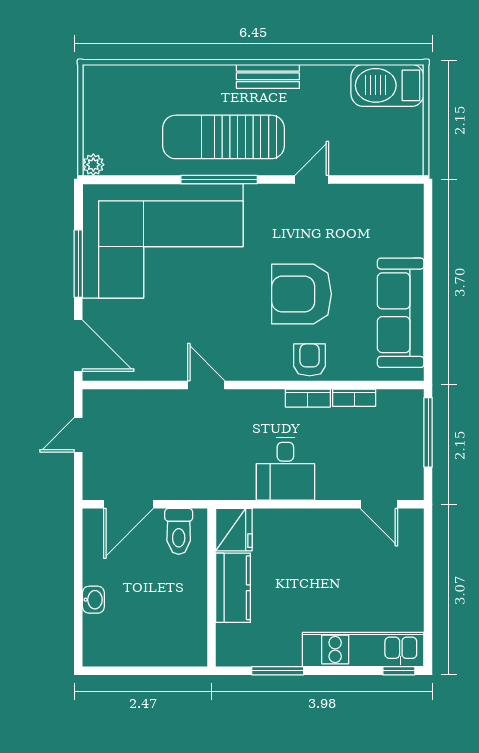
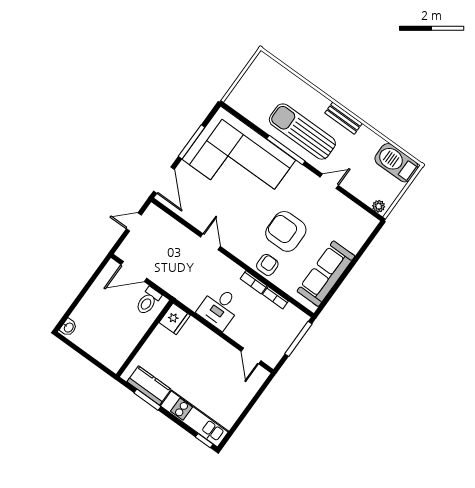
plant: (93, 165) -> (379, 206), moved
kitchen counter: (233, 588) -> (149, 385), moved, turned -90
washbasin: (93, 600) -> (68, 327), moved

